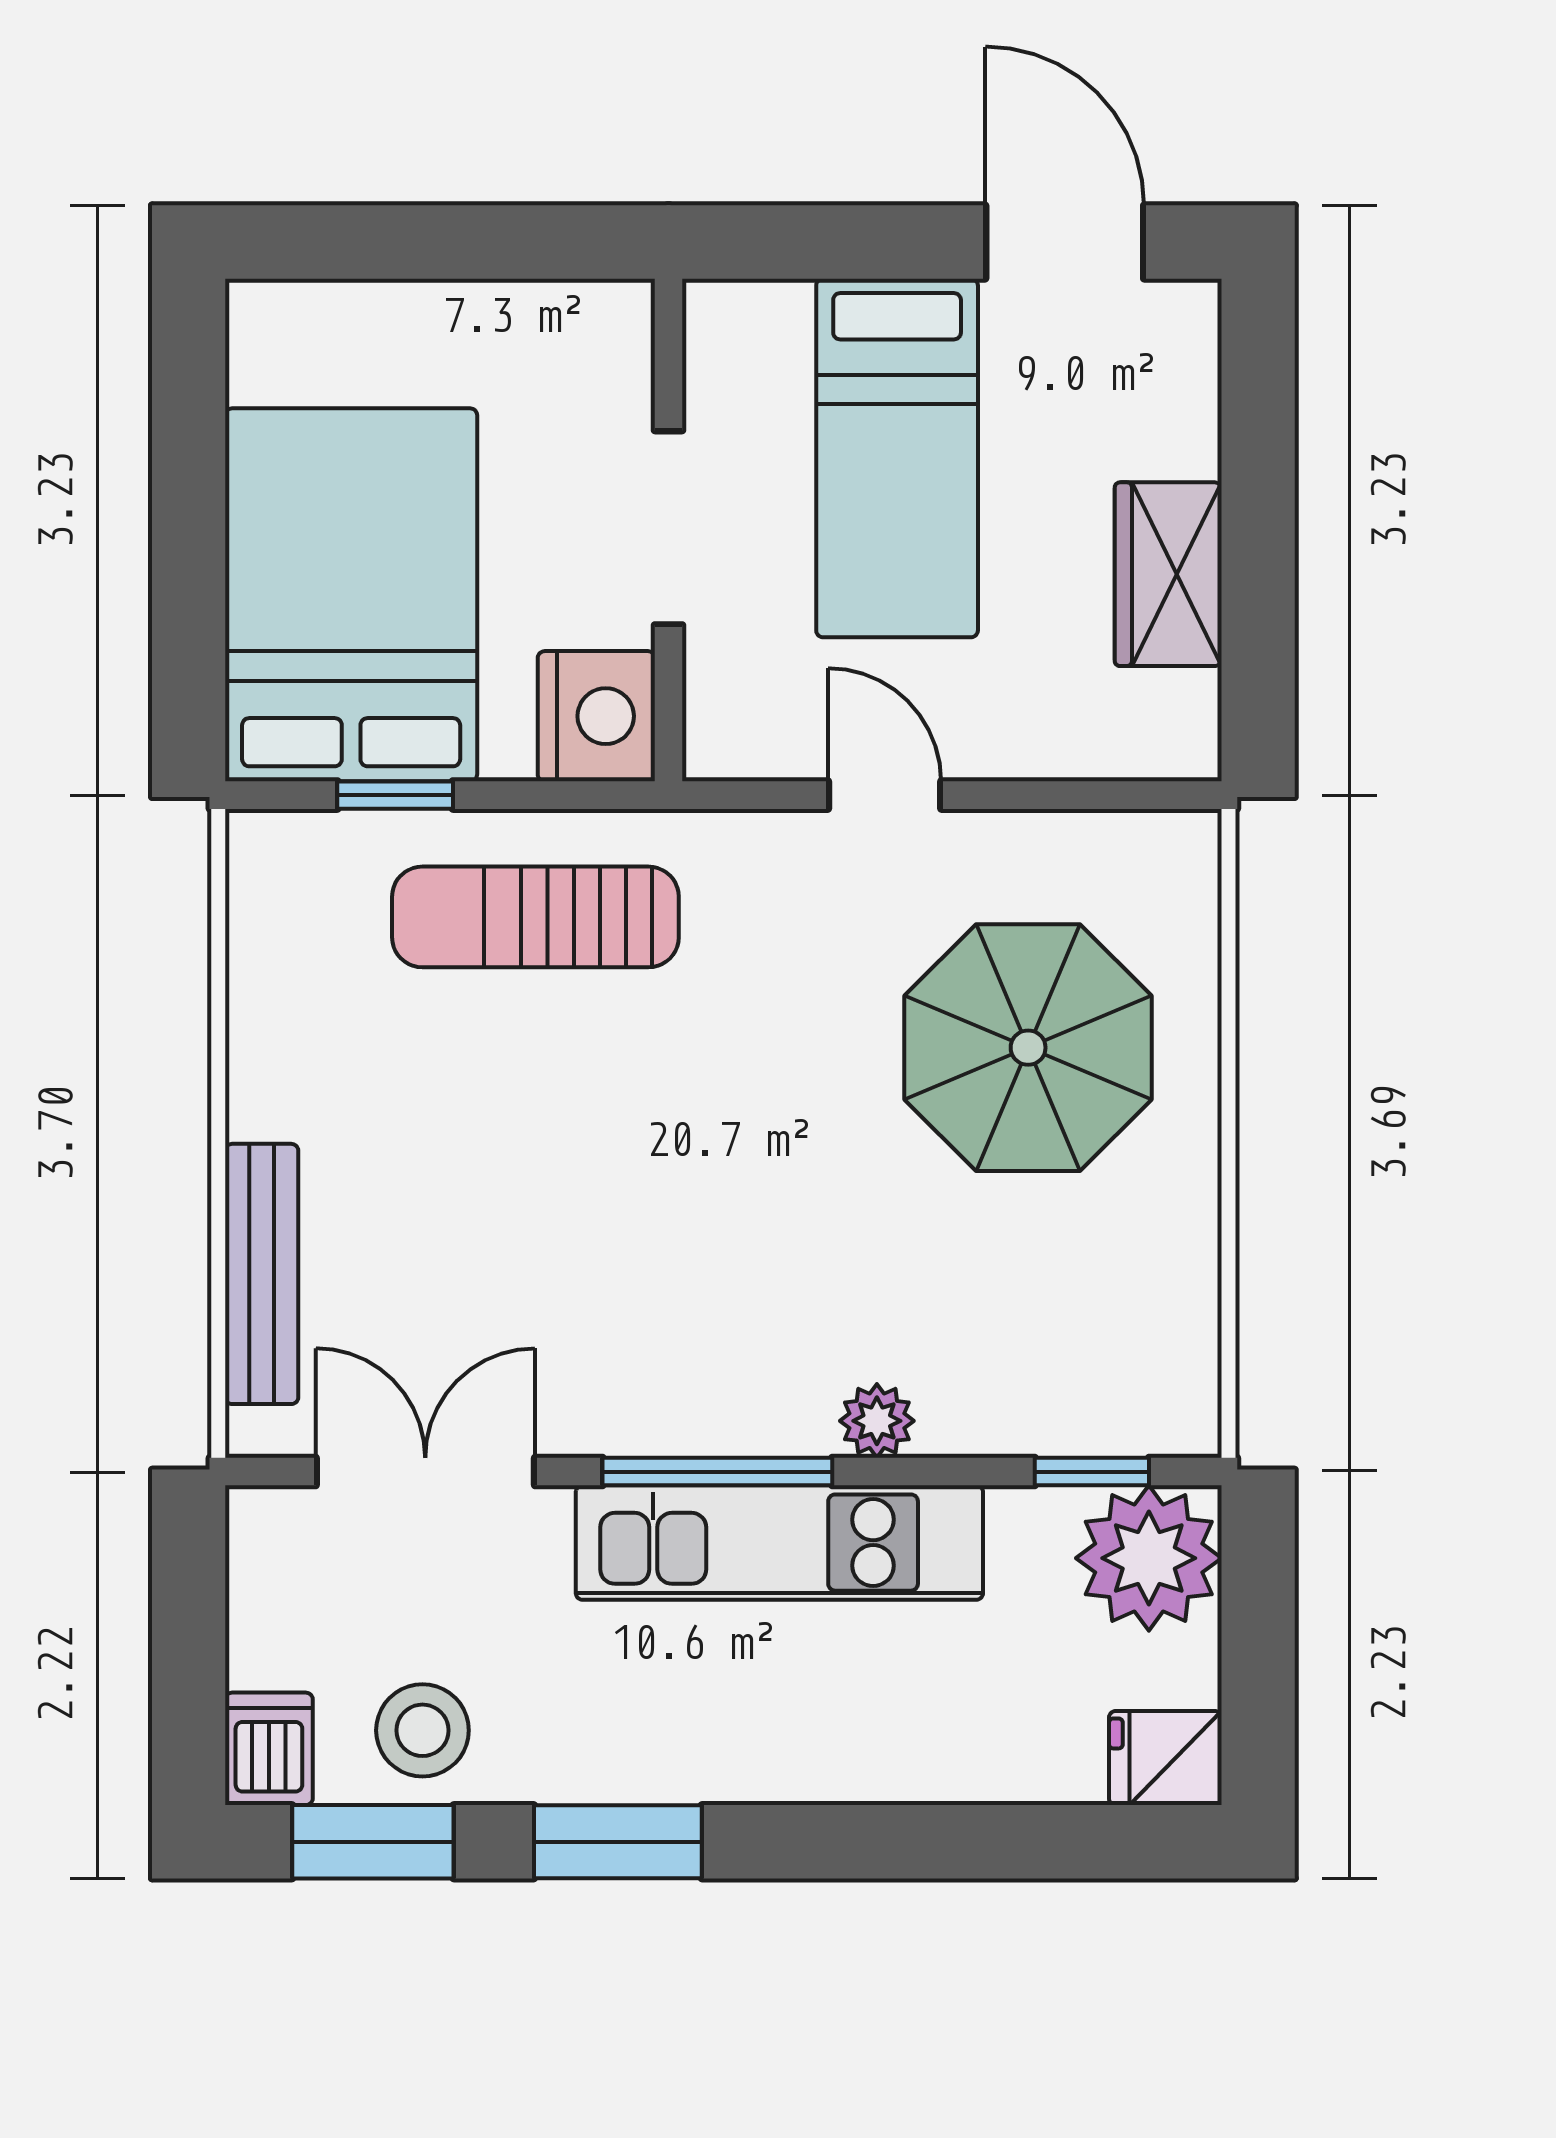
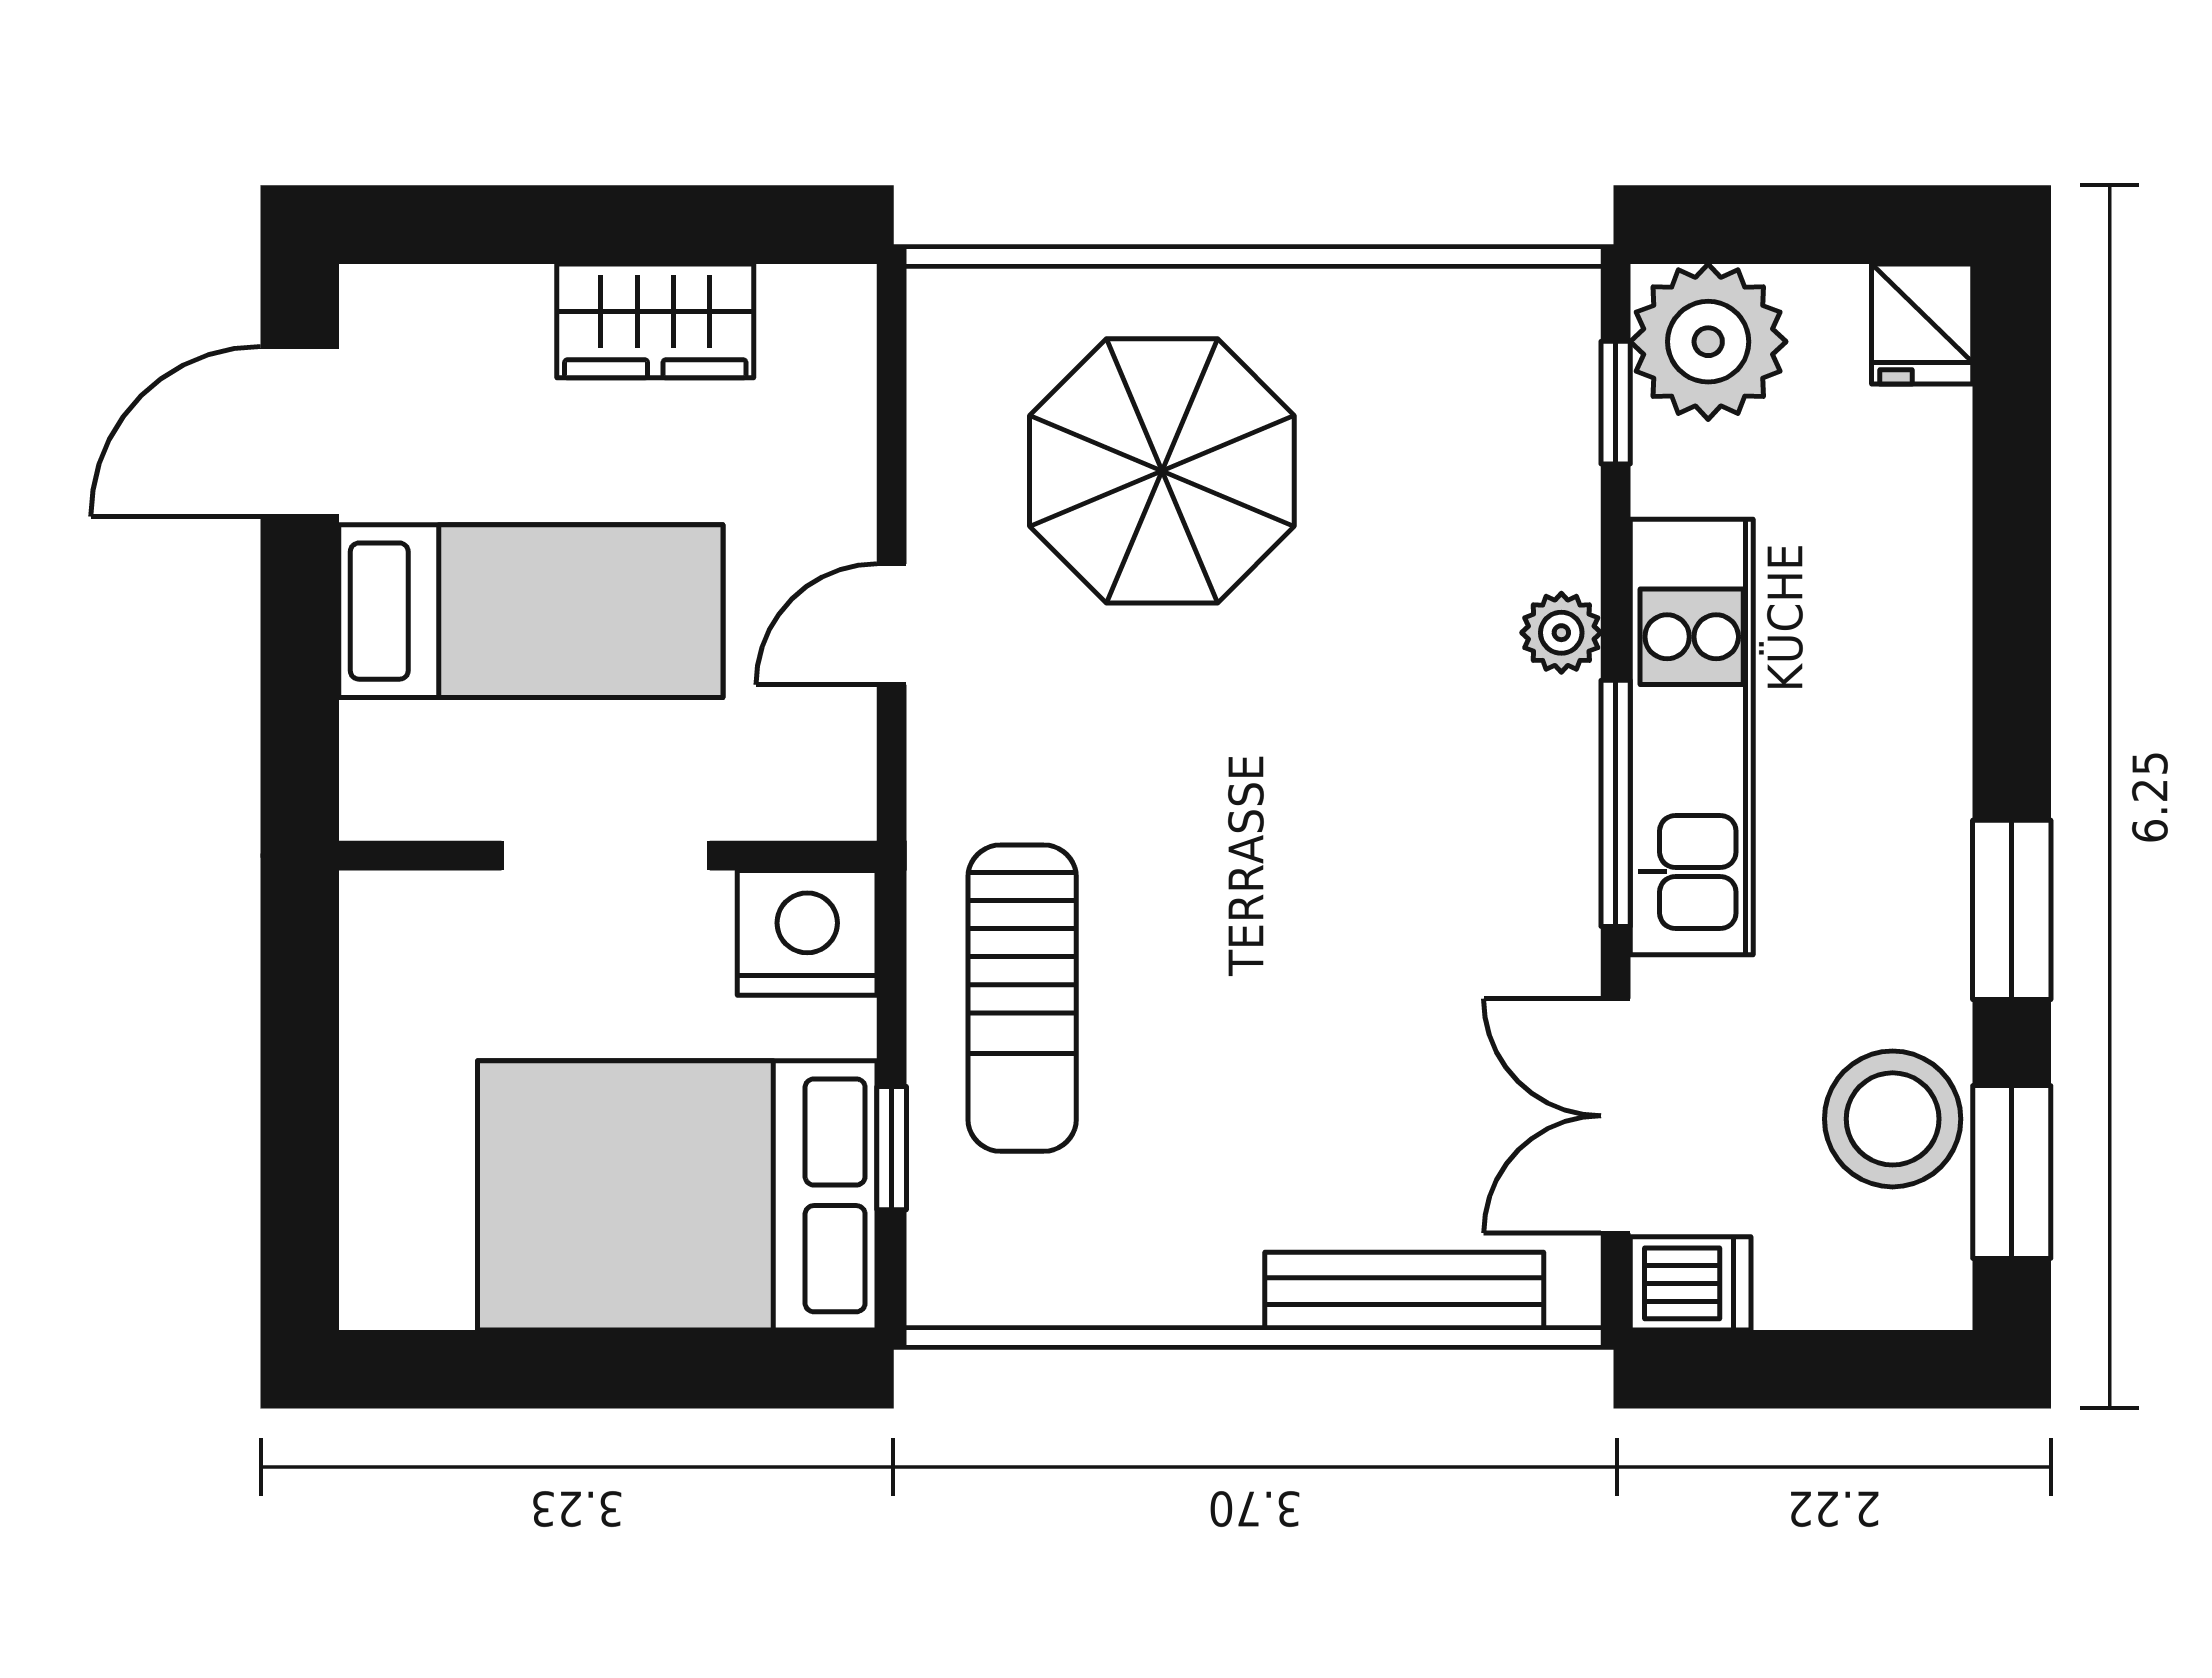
stool: (422, 1730) -> (1893, 1119), width x1.38, depth x1.38
dishwasher: (269, 1749) -> (1691, 1283), moved, turned 180

